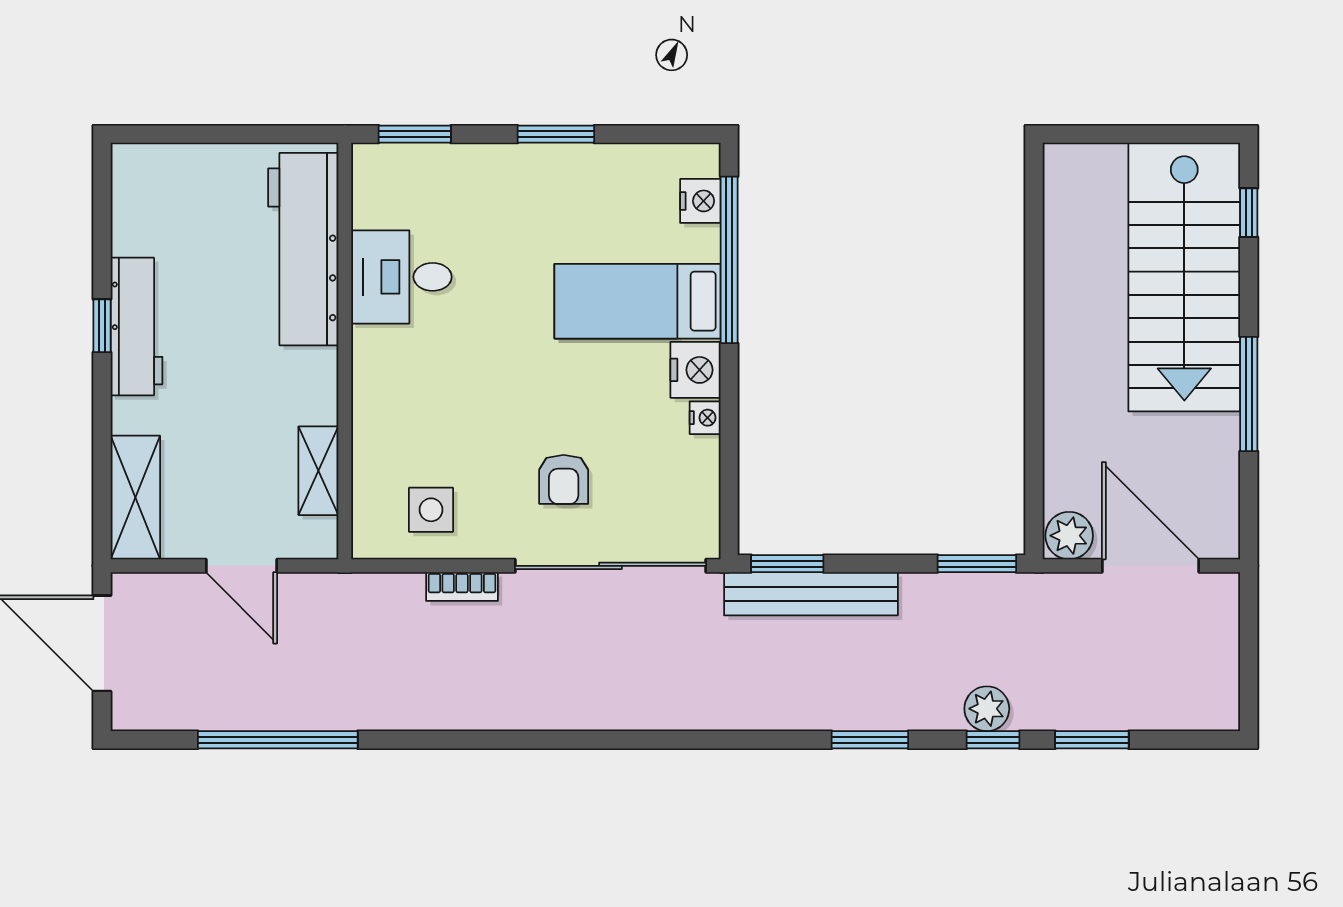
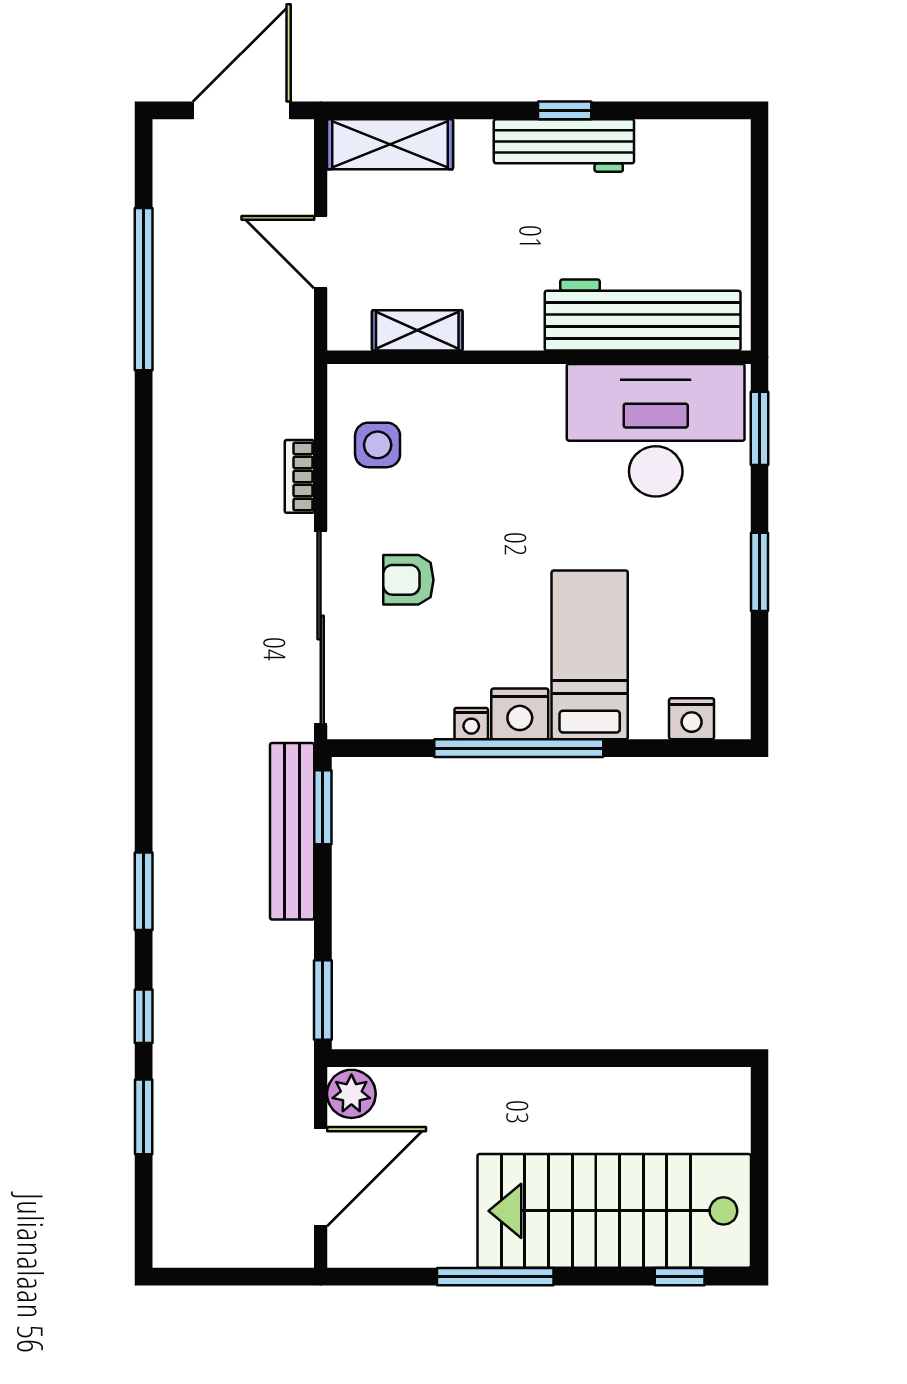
window: (729, 260) -> (519, 748), moved
desk: (401, 277) -> (656, 430), width x1.87, depth x1.30
door: (241, 566) -> (321, 252), hinge flipped
plant: (987, 709) -> (175, 1010), removed

